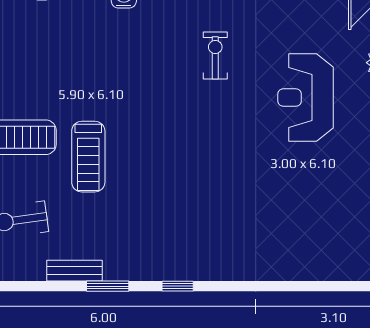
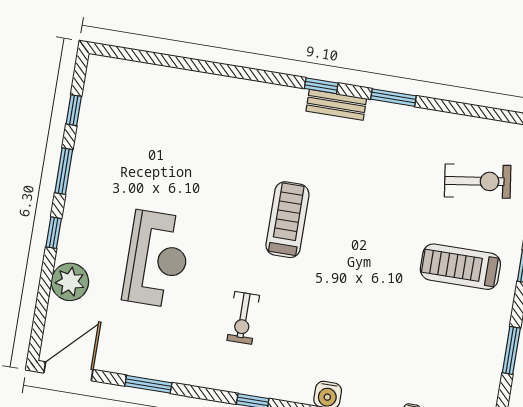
treadmill: (88, 157) -> (287, 220), moved
bench: (74, 271) -> (336, 105), moved

